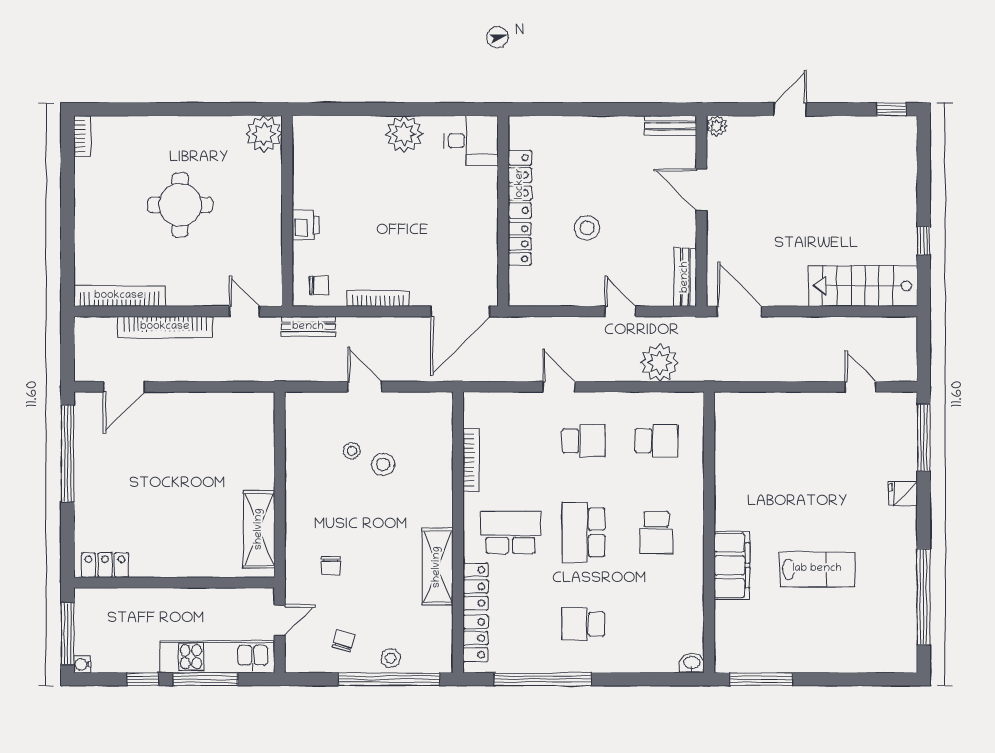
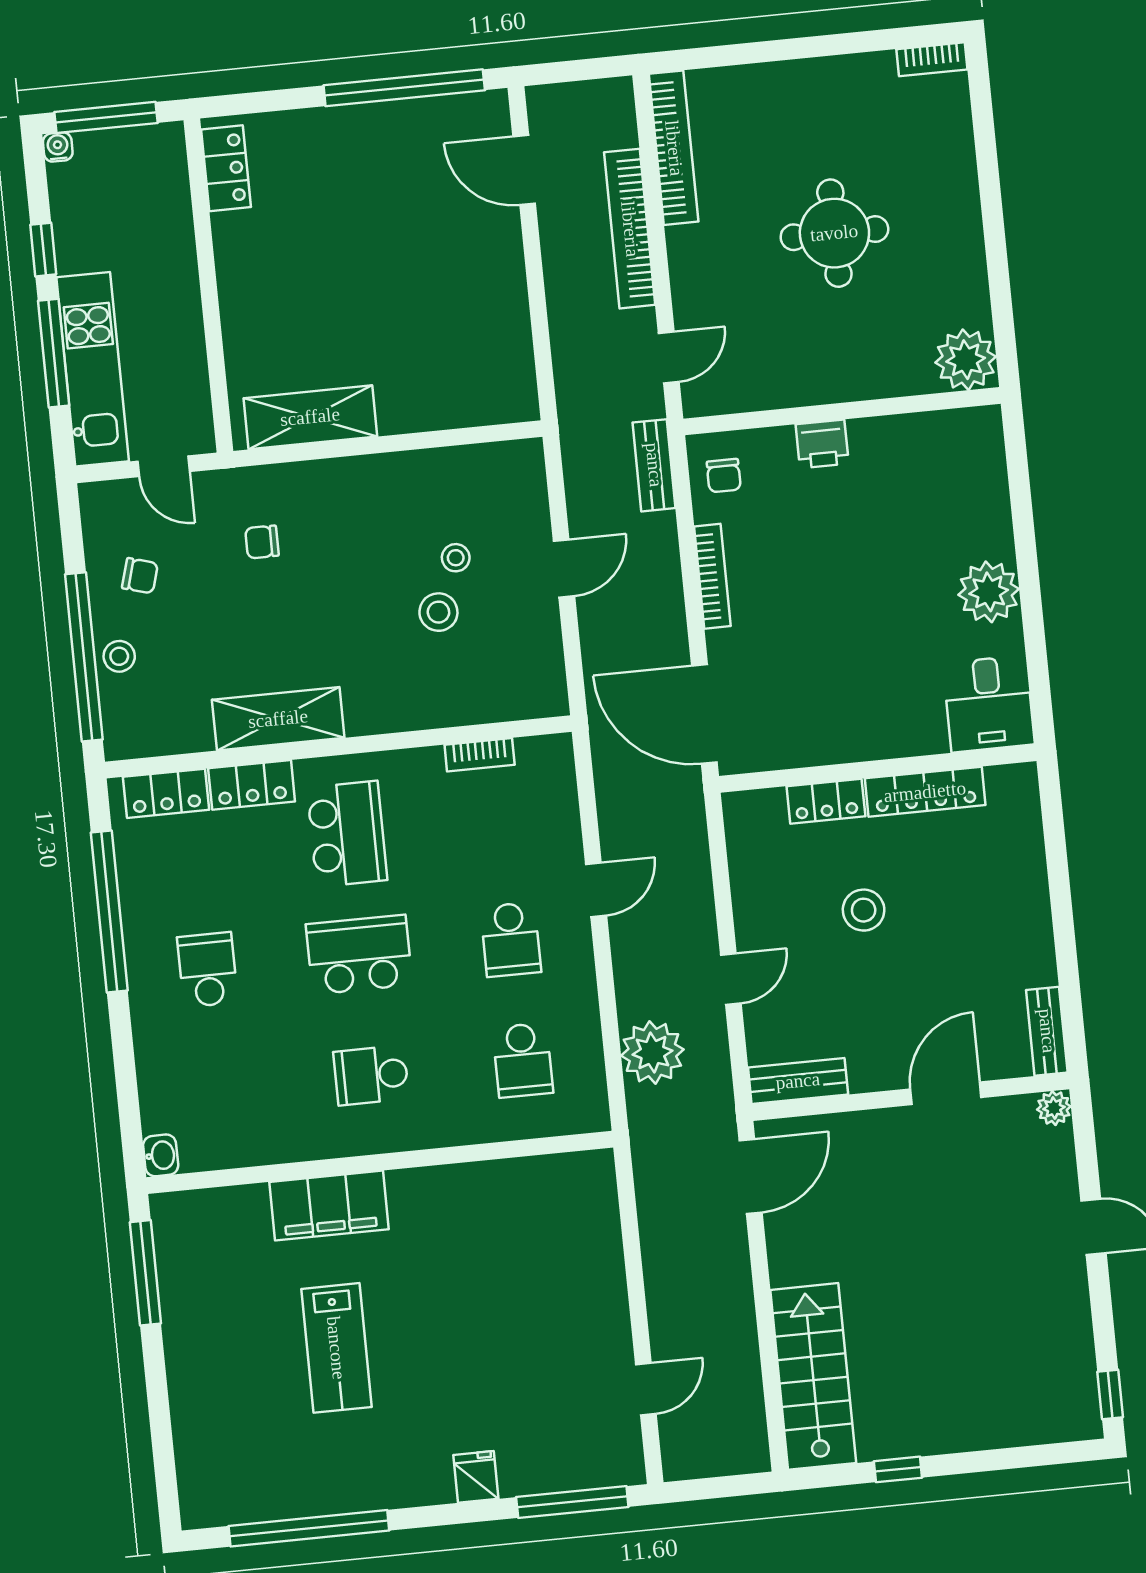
bookcase: (471, 460) -> (480, 755), width x0.64

